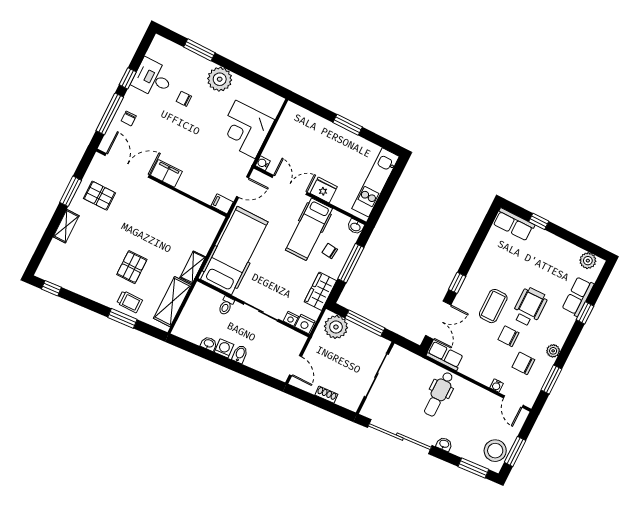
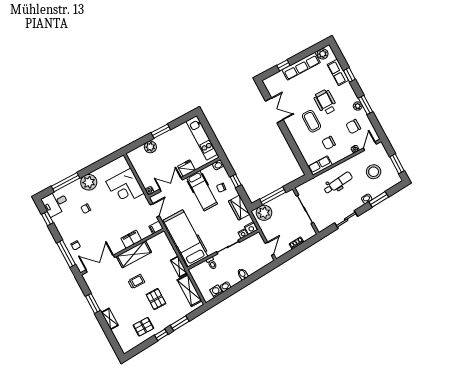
window: (199, 50) -> (66, 182), width x1.44
window: (128, 78) -> (47, 219), moved
desk: (153, 78) -> (55, 203), moved
plant: (319, 126) -> (150, 147), added
filing cabinet: (166, 173) -> (131, 239), moved
pallet: (99, 196) -> (143, 327), moved
shelving: (169, 200) -> (134, 254), added
row of seats: (514, 224) -> (301, 66), moved, width x1.48
window: (351, 263) -> (236, 181), width x0.46
window: (457, 283) -> (286, 132), removed
window: (51, 288) -> (161, 335), moved
trolley: (130, 302) -> (136, 281), moved
double door: (438, 320) -> (274, 110), moved
chair: (508, 336) -> (329, 143), moved
washing machine: (224, 348) -> (216, 291), moved
door: (295, 366) -> (270, 249), hinge flipped
window: (551, 379) -> (365, 105), moved
dental chair: (439, 394) -> (338, 183), turned -96
door: (513, 402) -> (370, 146), swing flipped
sliding door: (400, 437) -> (346, 220), width x0.54
stool: (495, 451) -> (374, 172), moved
window: (473, 468) -> (379, 199), moved

